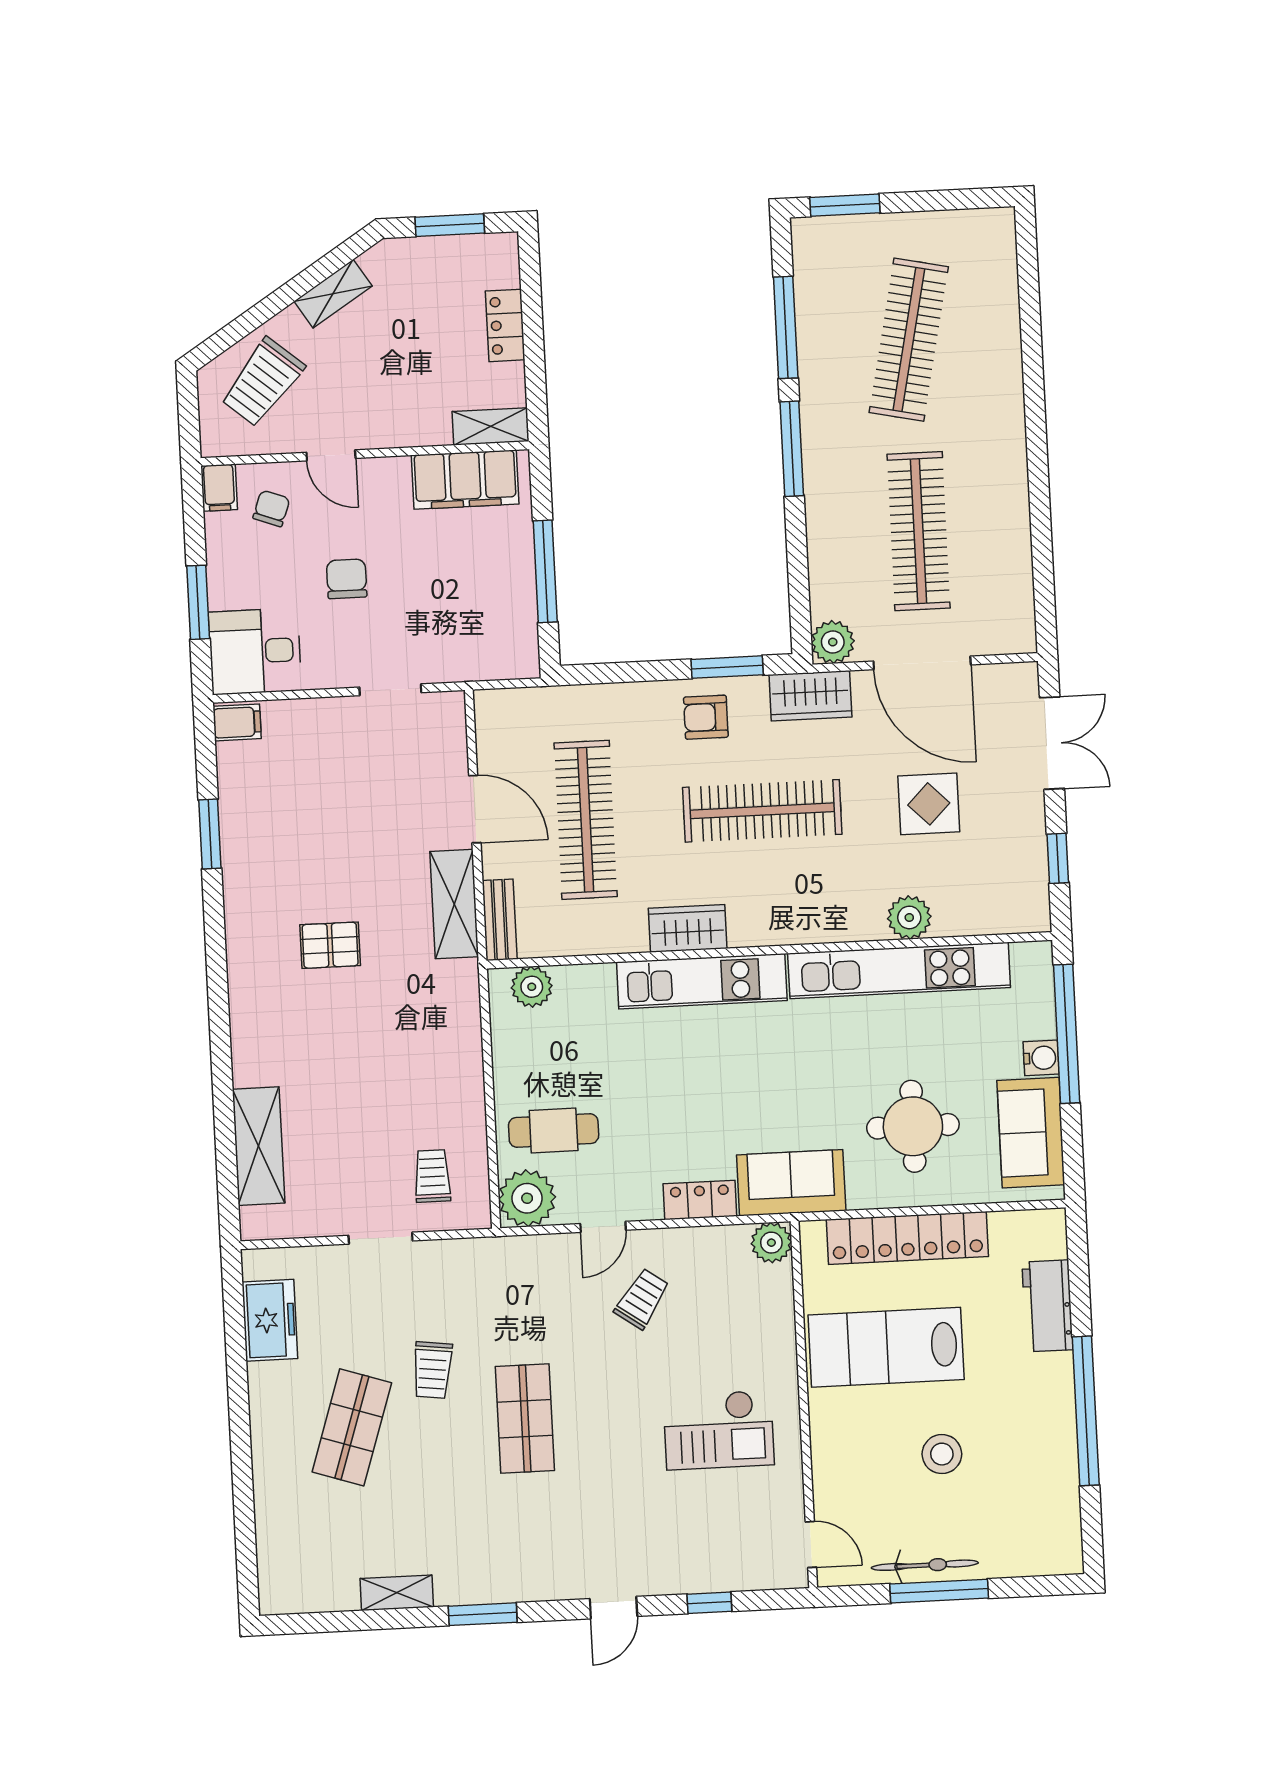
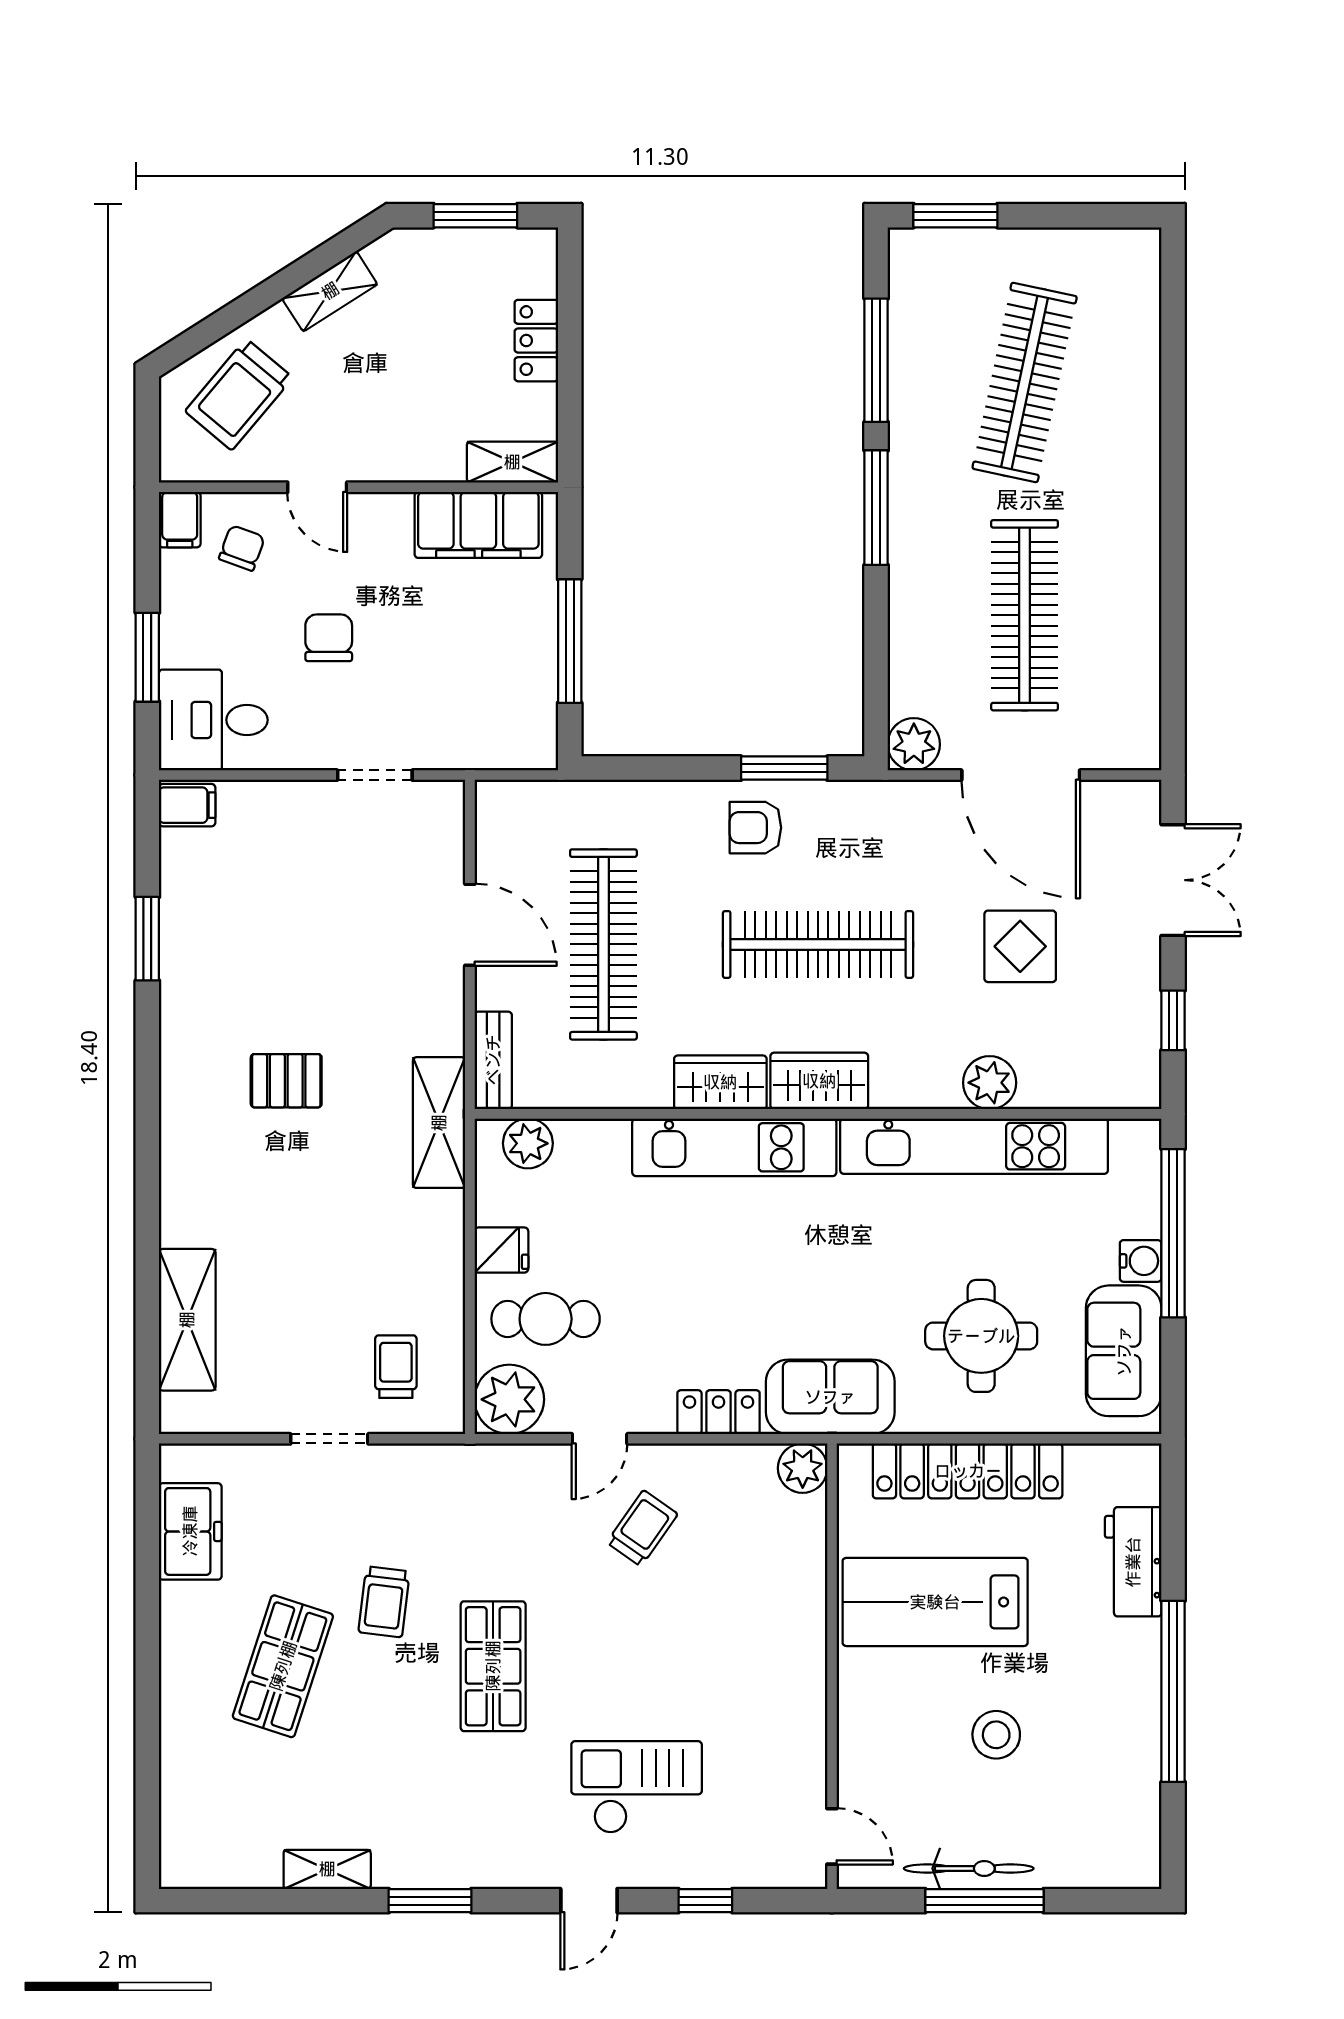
wardrobe: (810, 696) -> (819, 1081), moved, turned 180
shelving: (454, 904) -> (439, 1123), moved
fridge: (514, 1076) -> (501, 1250), added
checkout: (719, 1430) -> (637, 1787), moved, turned 180

